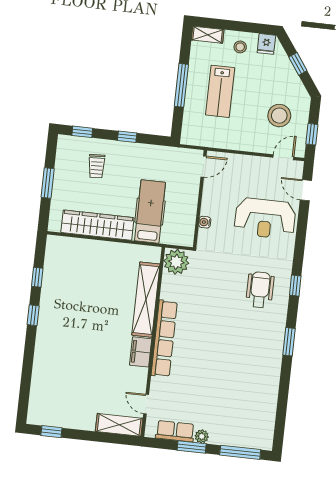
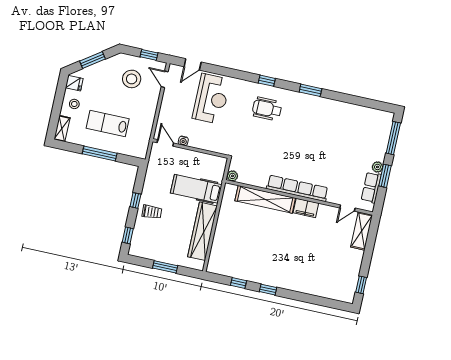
window: (298, 64) -> (92, 60), width x1.50
lab bench: (220, 91) -> (108, 123), turned 180
trolley: (97, 166) -> (152, 212), moved
water cooler: (205, 222) -> (183, 141), moved
plant: (176, 262) -> (232, 176), width x0.53, depth x0.53

